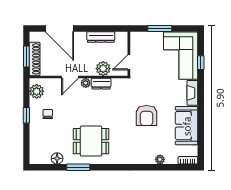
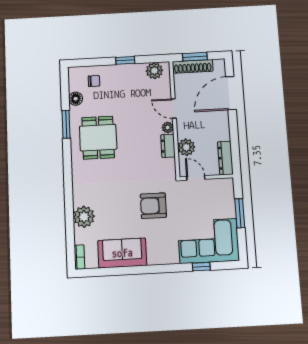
dresser: (101, 37) -> (225, 158), moved
fireplace: (192, 93) -> (163, 258), removed
chair: (48, 114) -> (94, 81), moved
armchair: (147, 116) -> (153, 206), moved
plant: (160, 159) -> (84, 217), width x1.88, depth x1.88

